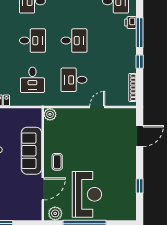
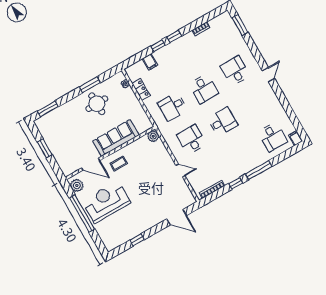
printer: (131, 22) -> (263, 158), removed
desk: (74, 41) -> (223, 122), turned -90
reception desk: (87, 194) -> (106, 202), turned 180

